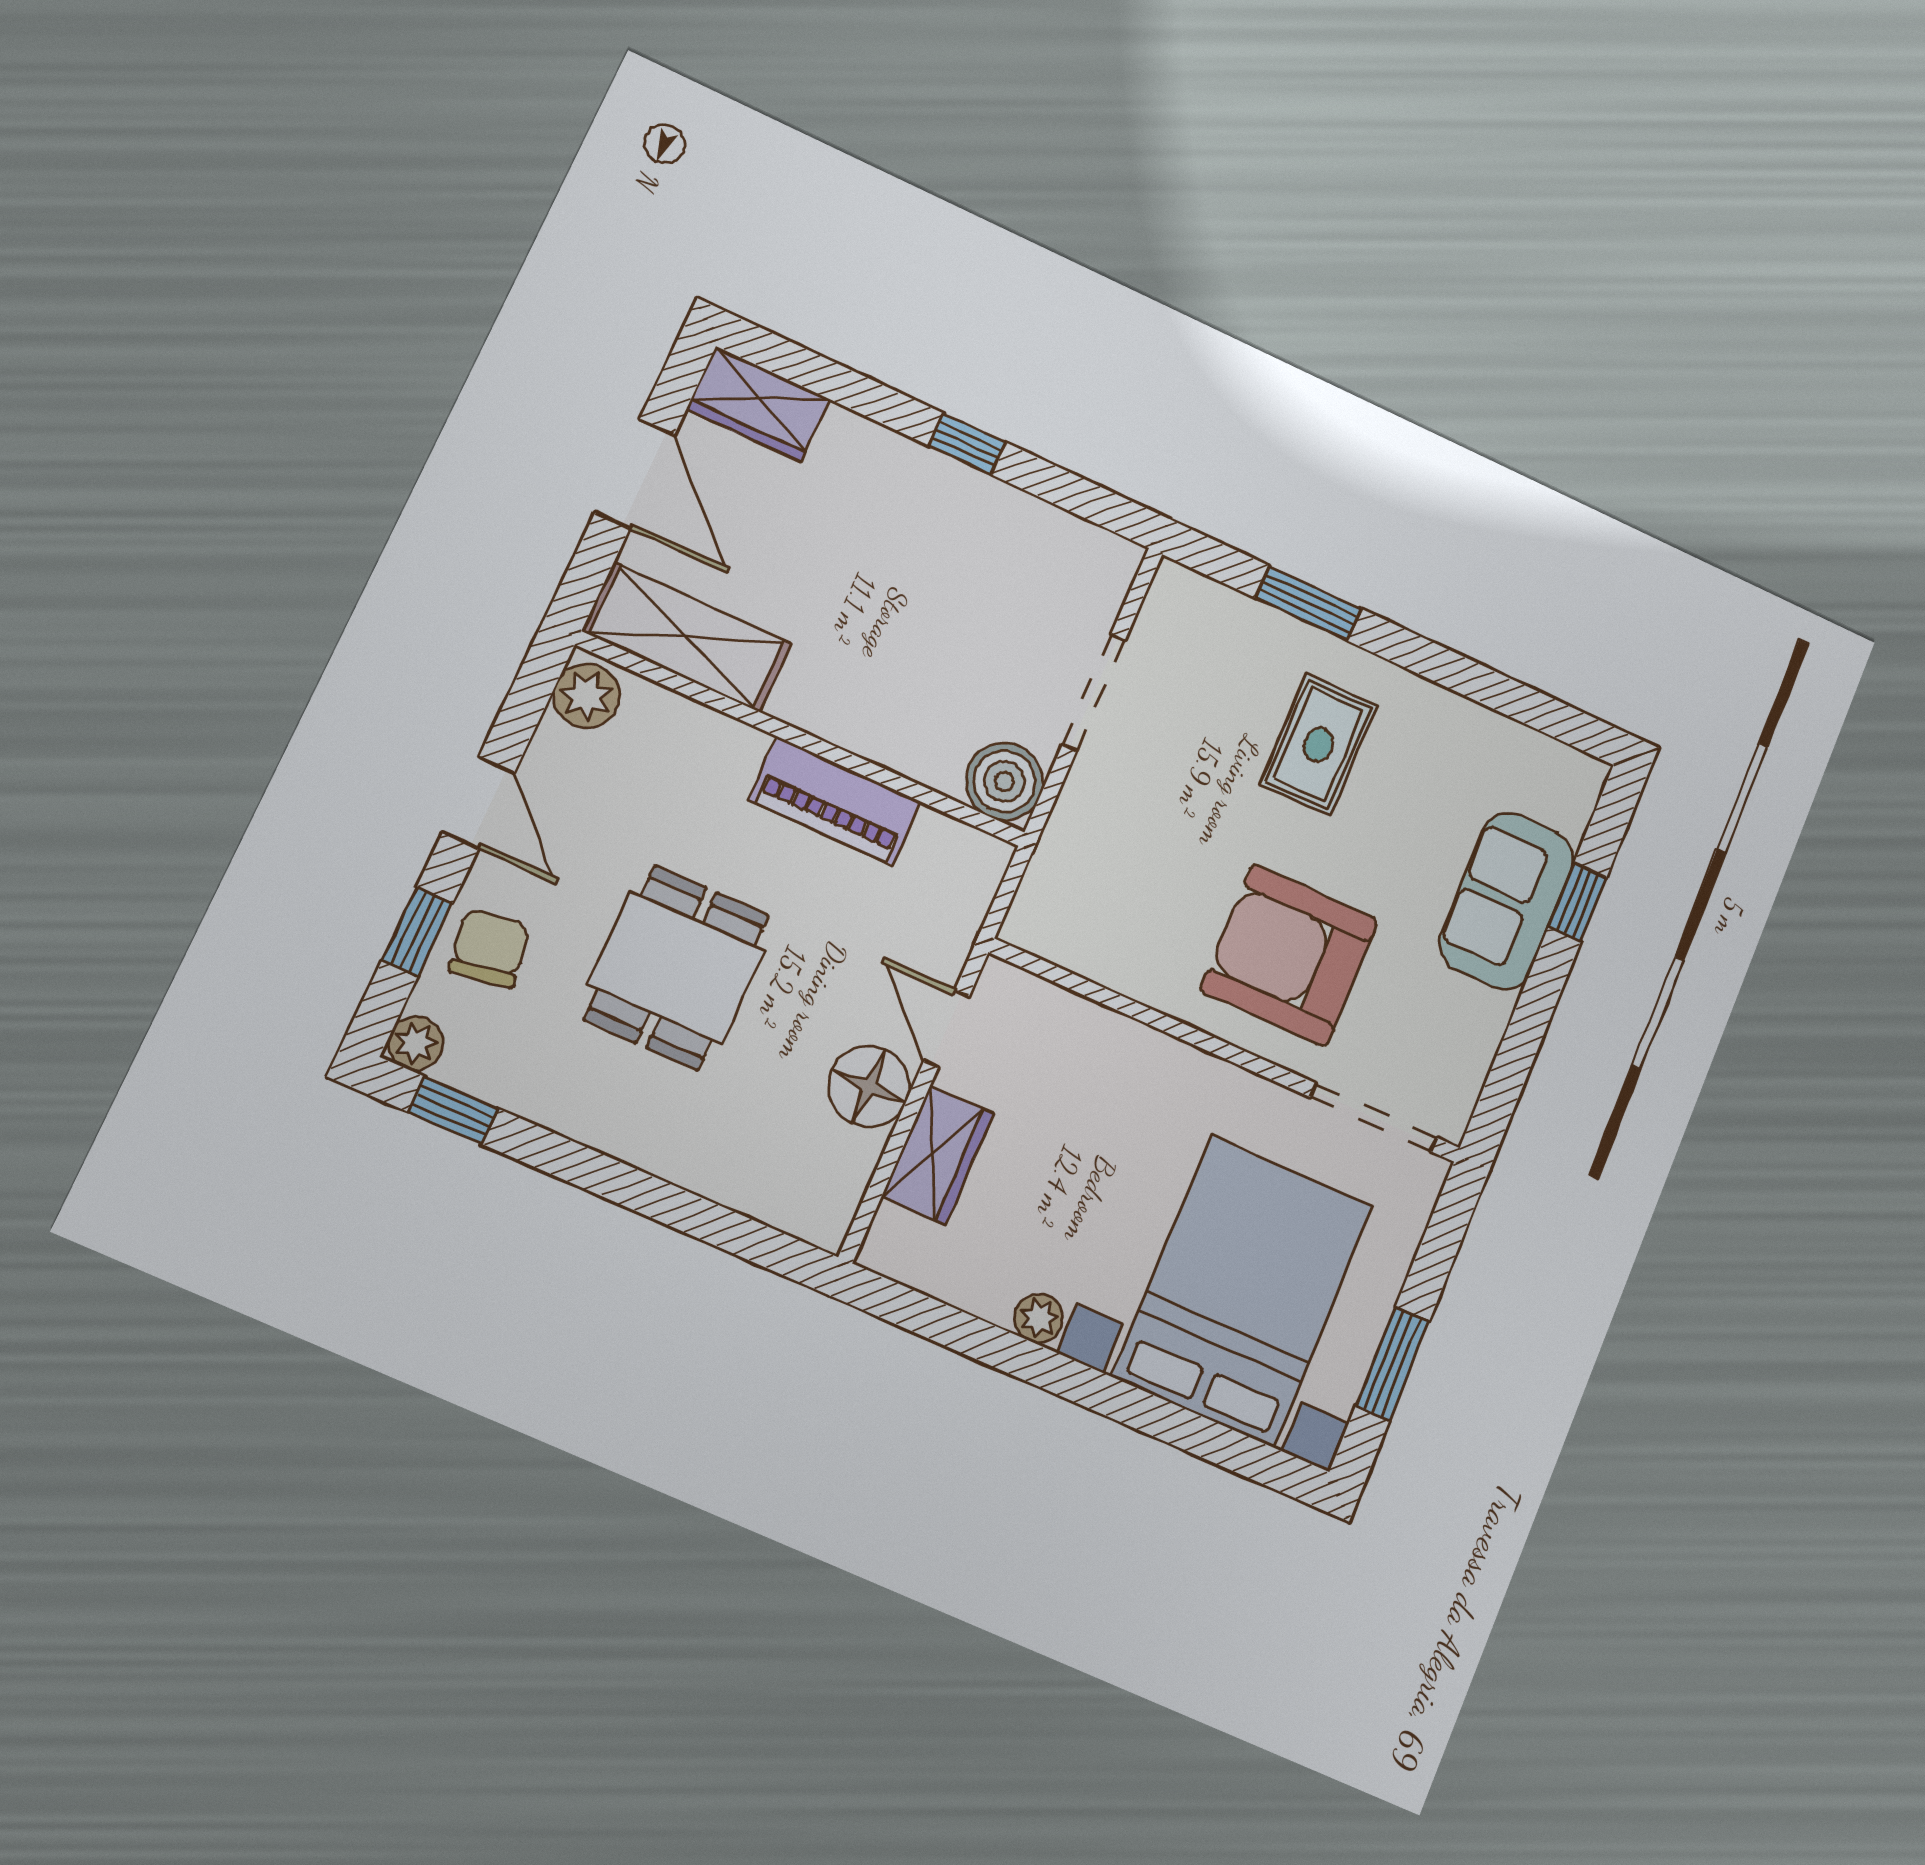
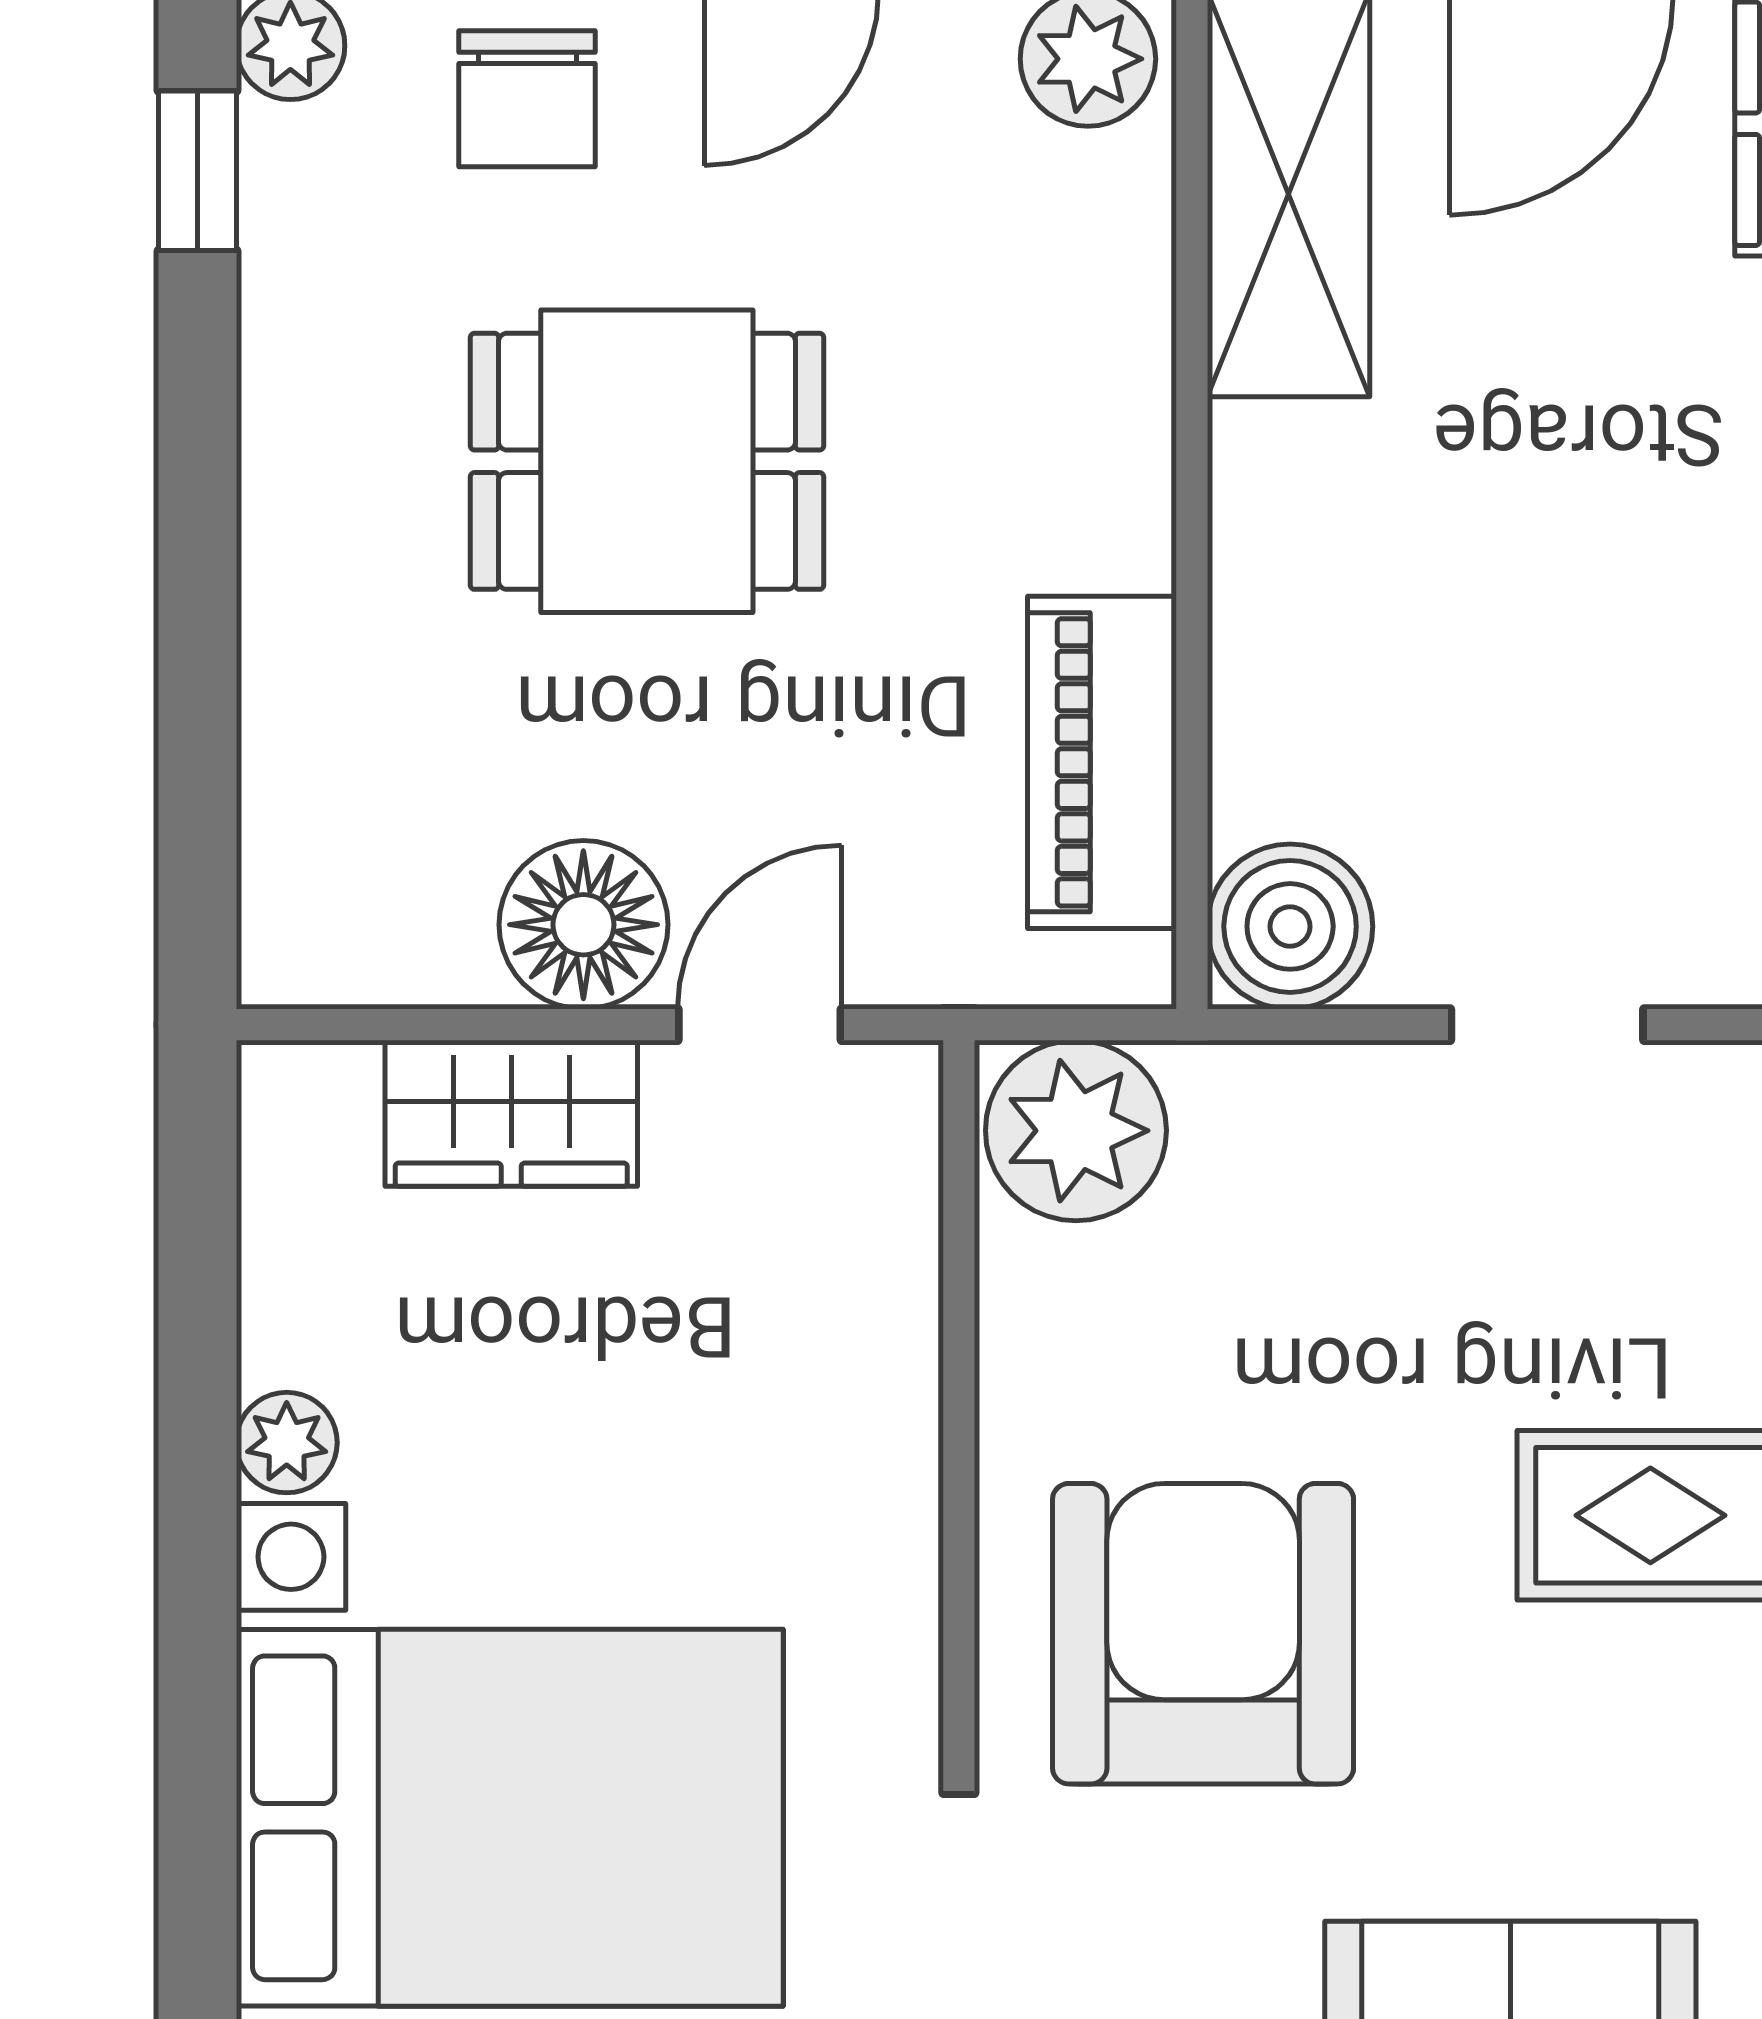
doorway: (1094, 692) -> (1547, 1025), width x0.73
piano: (835, 801) -> (1102, 762), moved
plant: (1052, 912) -> (1076, 1131), added
chair: (489, 948) -> (527, 99), turned 99

